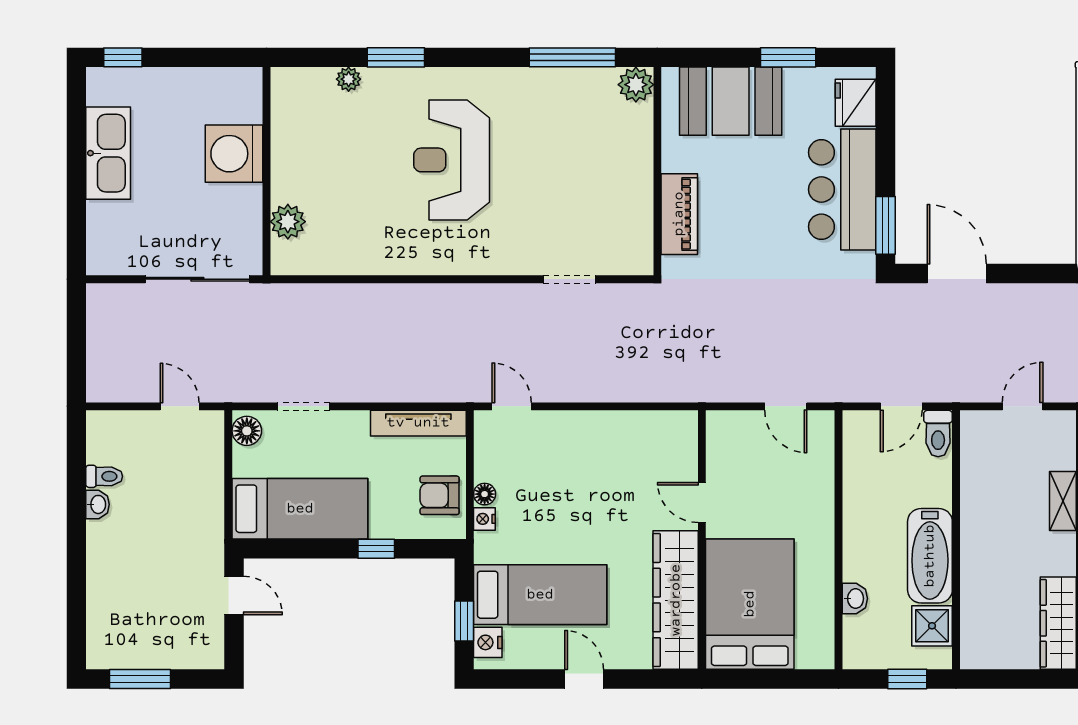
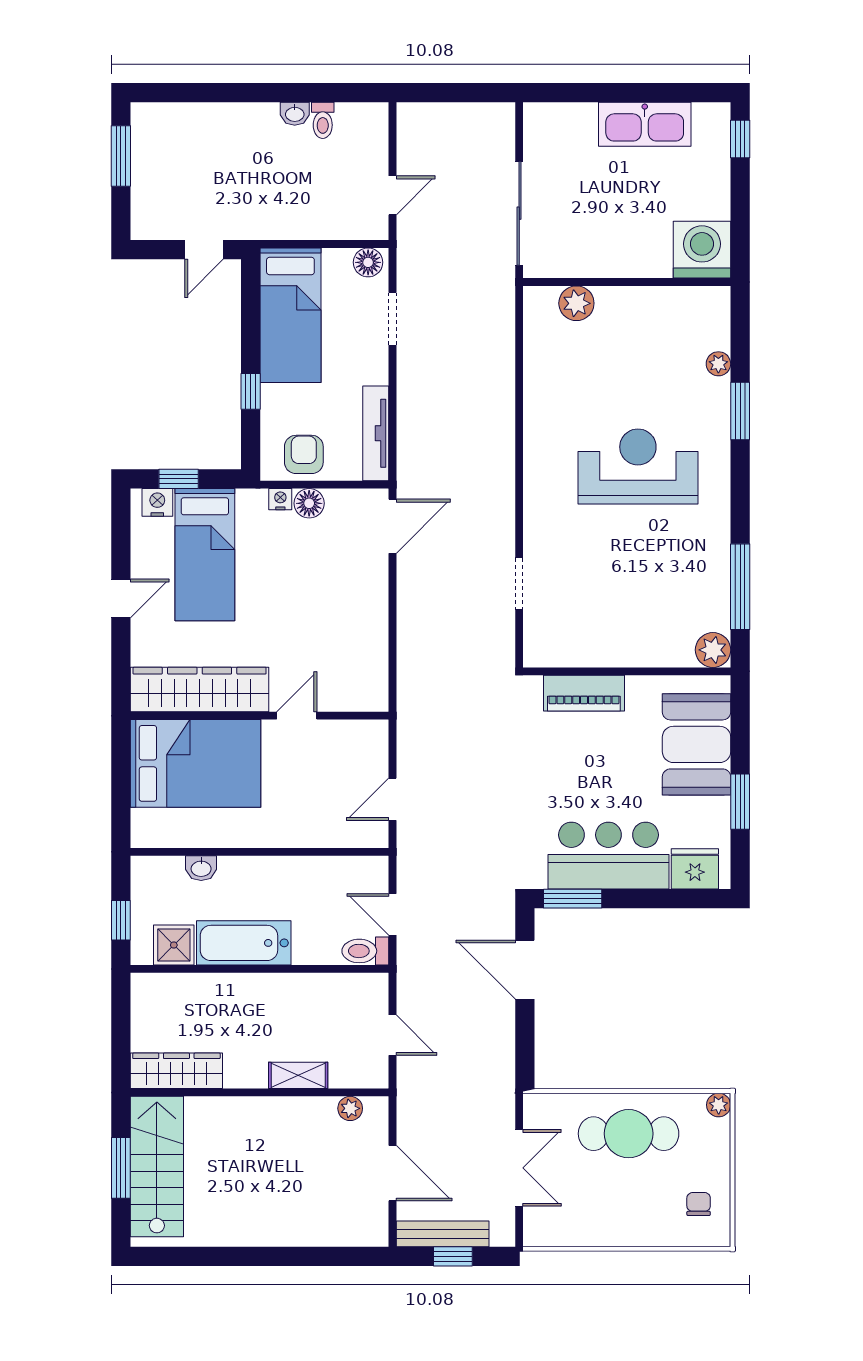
washing machine: (234, 154) -> (702, 250), moved
door: (957, 274) -> (525, 970), swing flipped
door: (512, 406) -> (392, 526), width x1.38
floor lamp: (485, 494) -> (309, 503), width x1.37, depth x1.37

